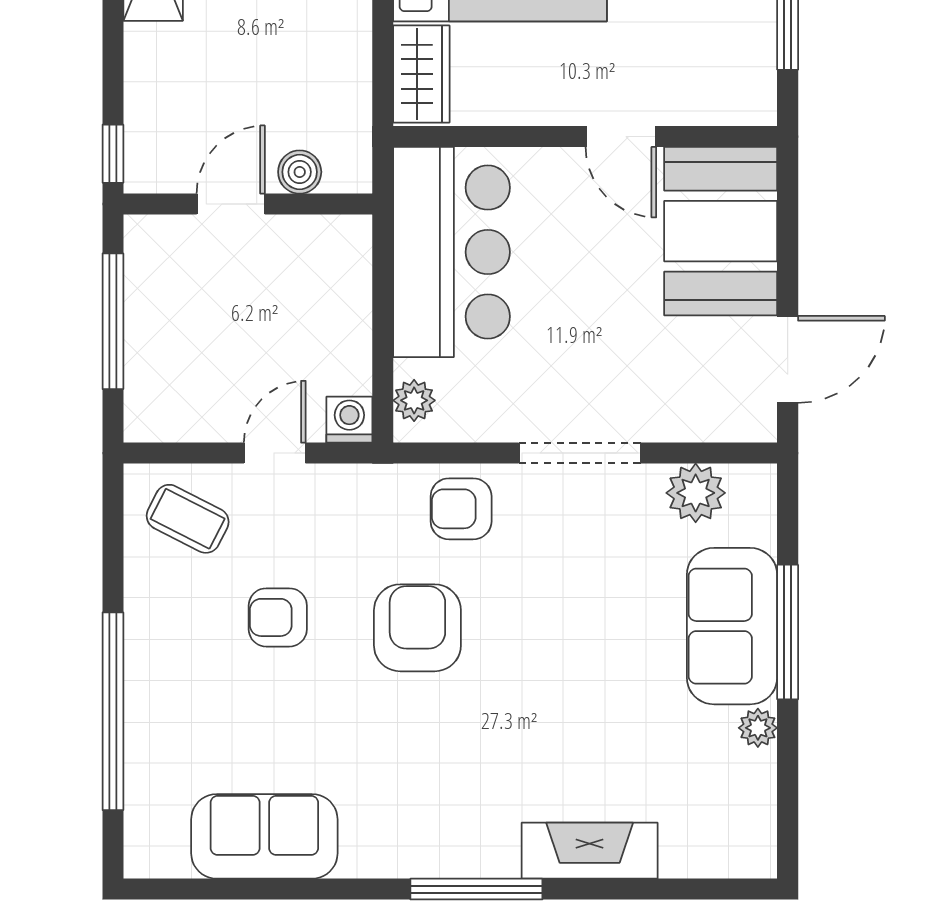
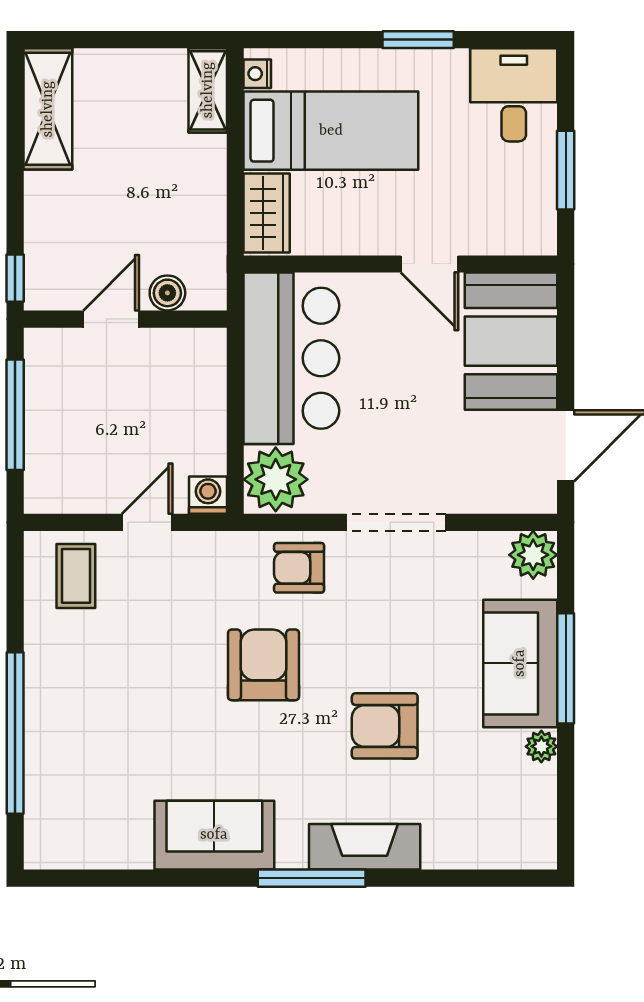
plant: (414, 400) -> (276, 479), width x1.88, depth x1.88
plant: (696, 493) -> (533, 555), moved
coffee table: (188, 519) -> (76, 576), turned 63
armchair: (278, 617) -> (385, 726), moved, width x1.38, depth x1.38
sofa: (264, 836) -> (214, 835), moved
fireplace: (590, 851) -> (365, 847), moved

